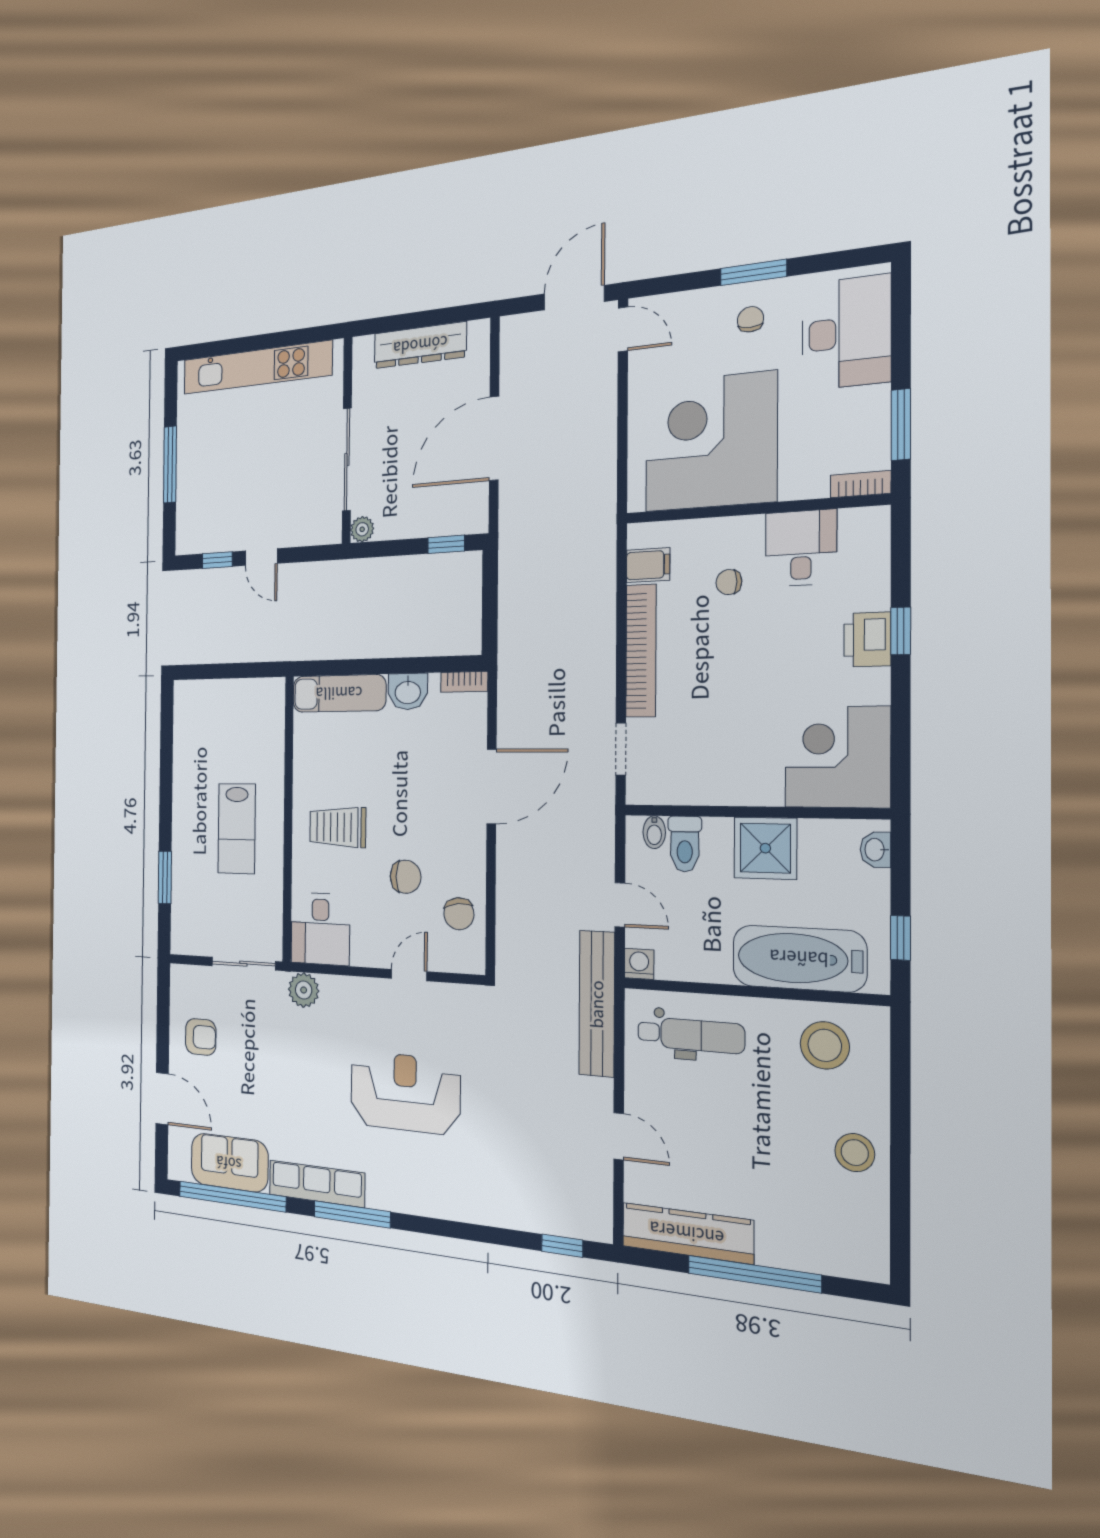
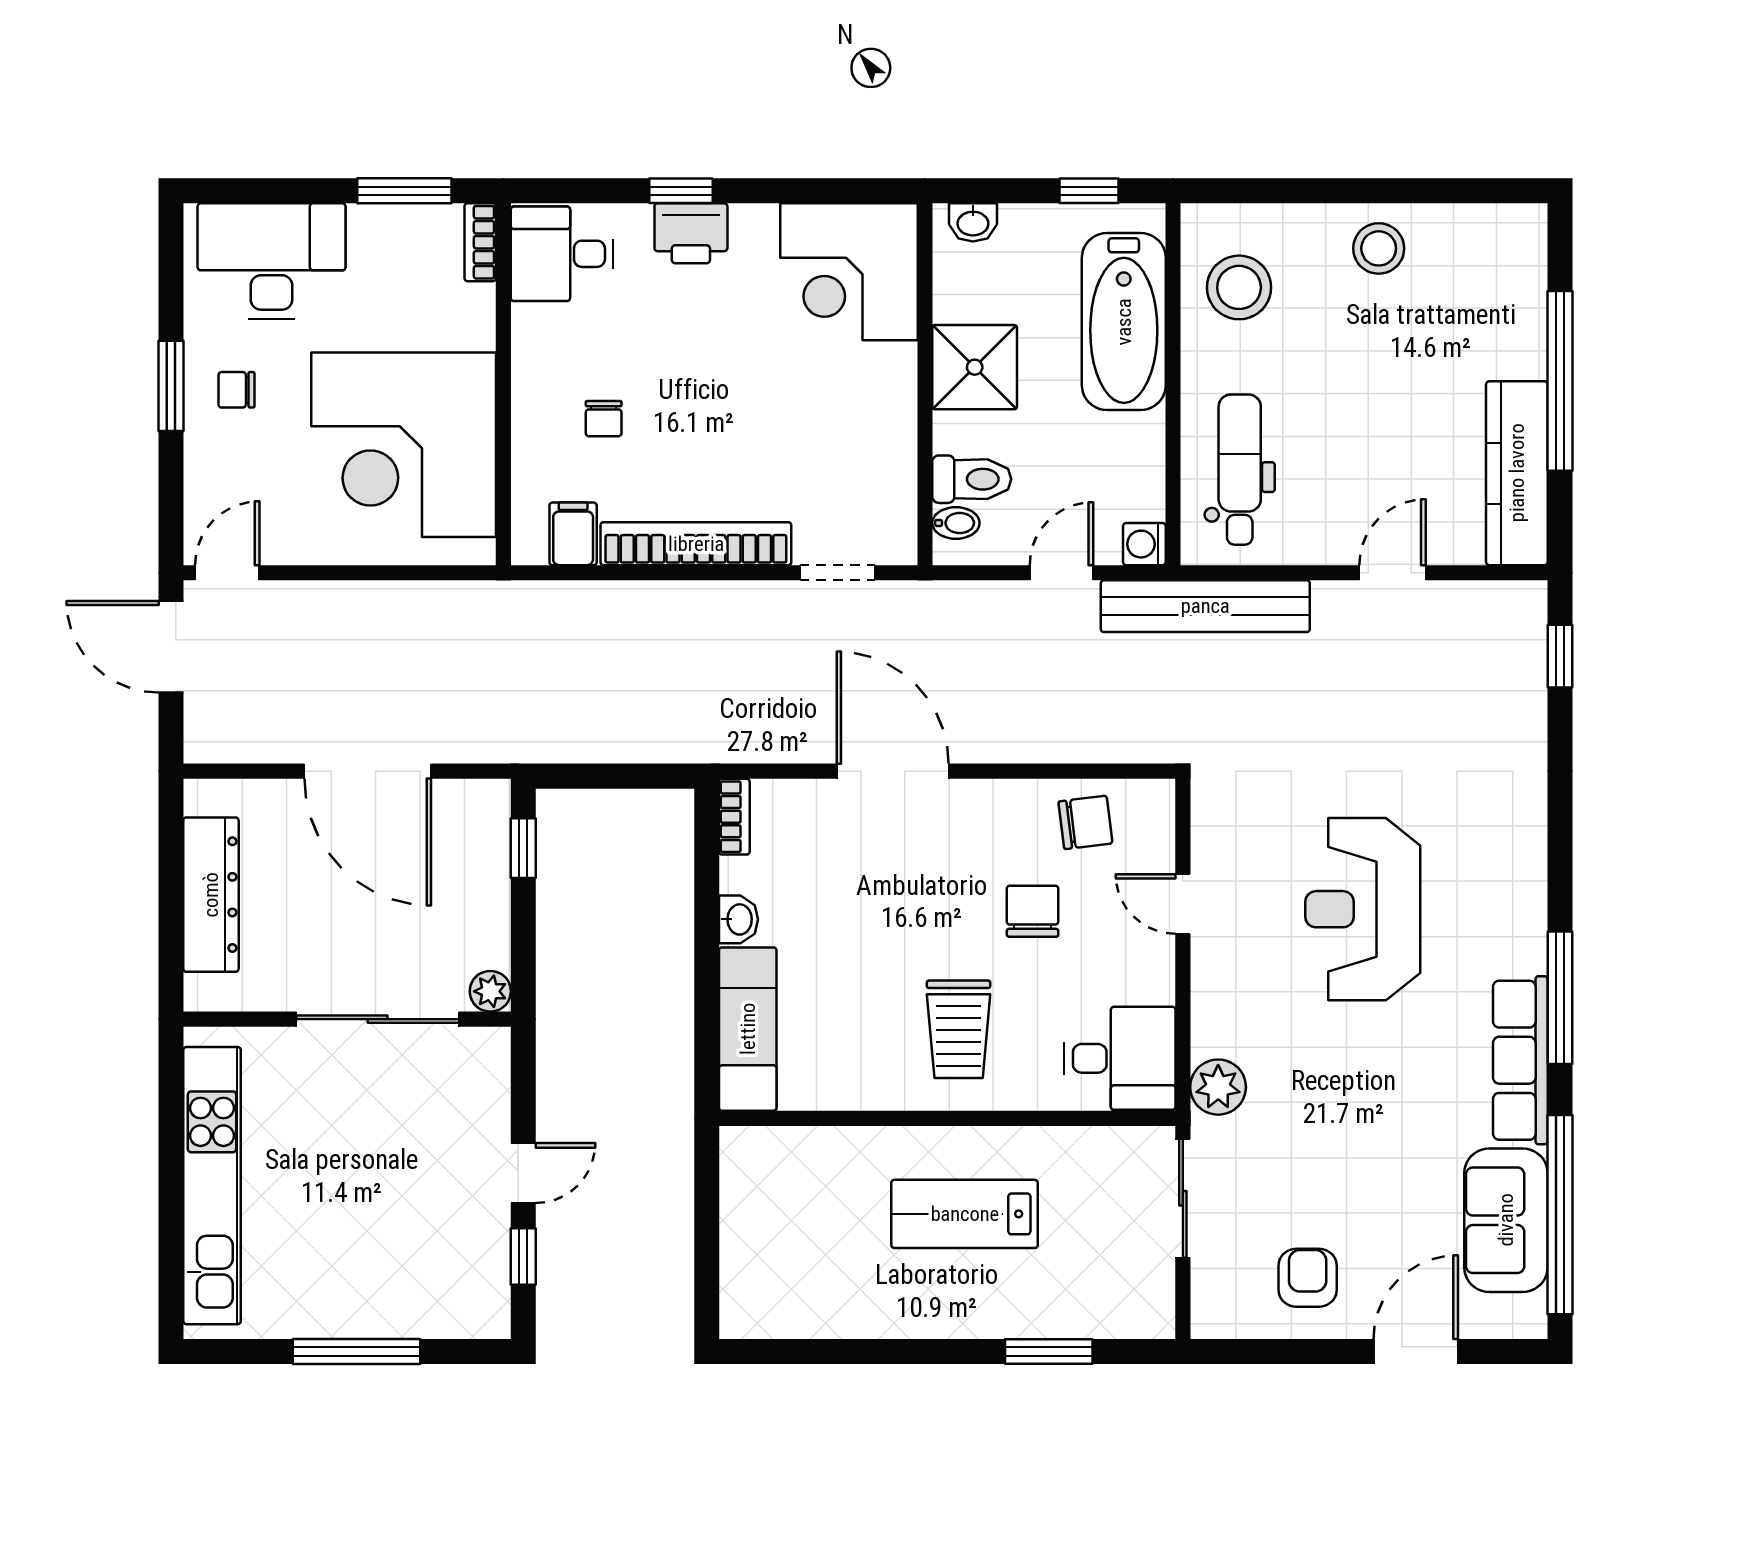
desk: (801, 548) -> (562, 254), moved
washbasin: (408, 691) -> (738, 919), width x0.72, depth x0.69
lab bench: (237, 829) -> (965, 1214), turned 180

